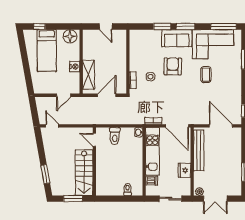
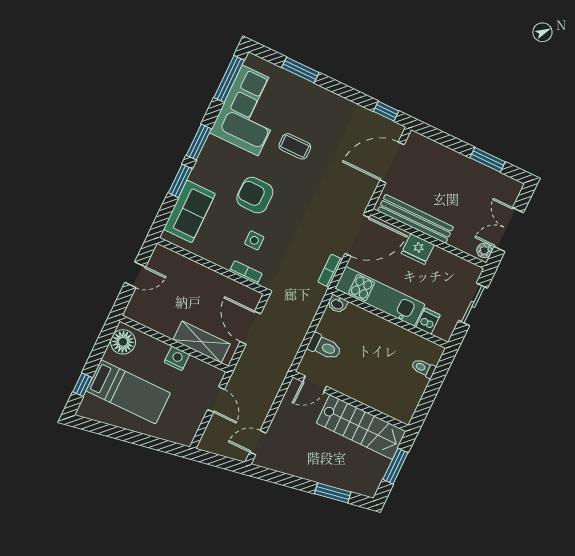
sofa: (177, 38) -> (189, 211), moved
fridge: (184, 170) -> (418, 249), moved
double door: (215, 199) -> (509, 230), swing flipped

